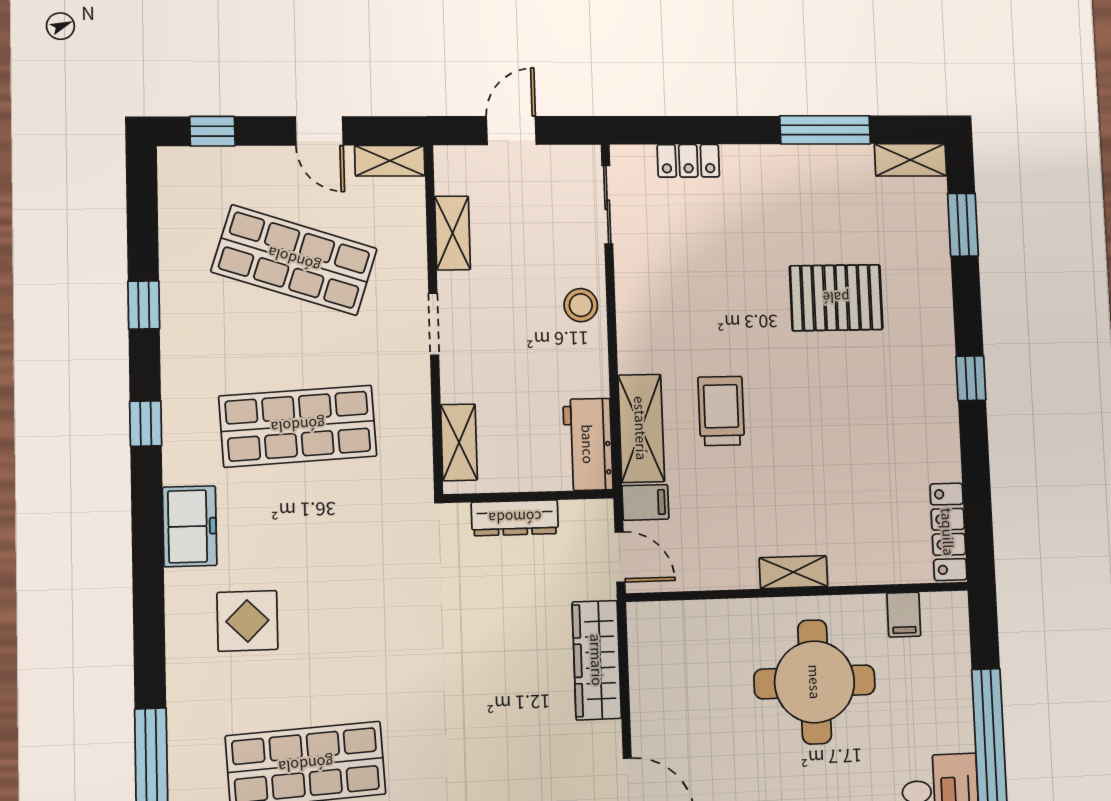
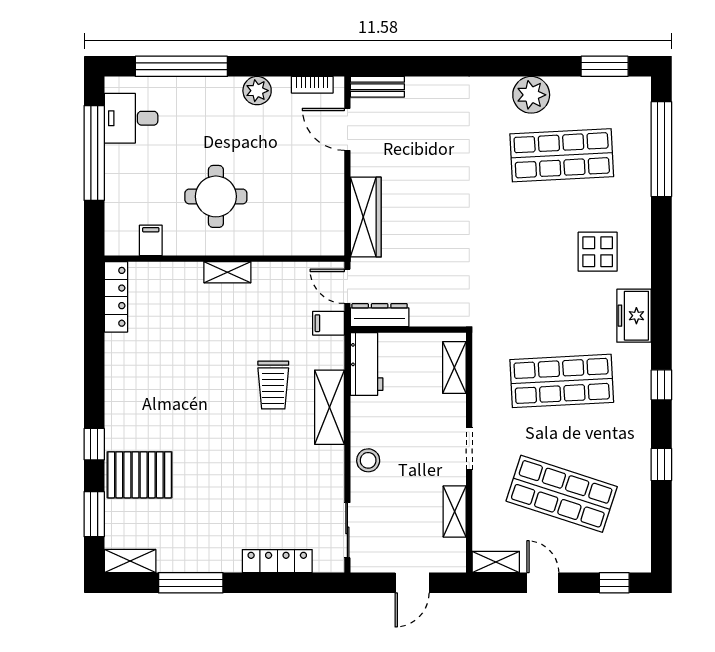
locker: (688, 161) -> (277, 561), width x1.53
pallet: (836, 298) -> (140, 475), moved
window: (971, 378) -> (94, 444), moved
shelving: (641, 428) -> (329, 407), moved
dresser: (515, 518) -> (380, 315), moved
round table: (815, 682) -> (216, 196), width x0.73, depth x0.73

